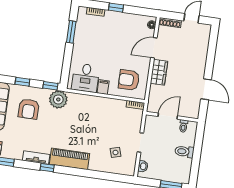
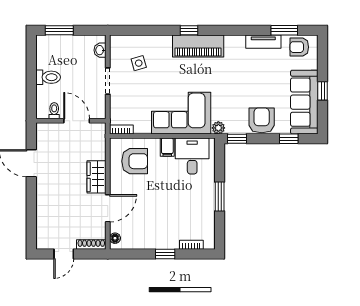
window: (71, 32) -> (220, 197), moved
window: (22, 82) -> (289, 139), moved
plant: (58, 99) -> (218, 128), width x0.53, depth x0.53
armchair: (29, 109) -> (262, 120), moved
corner sofa: (89, 111) -> (181, 113), added
door: (168, 116) -> (77, 121), swing flipped
tv unit: (36, 157) -> (263, 42), moved
window: (47, 168) -> (189, 30), moved

